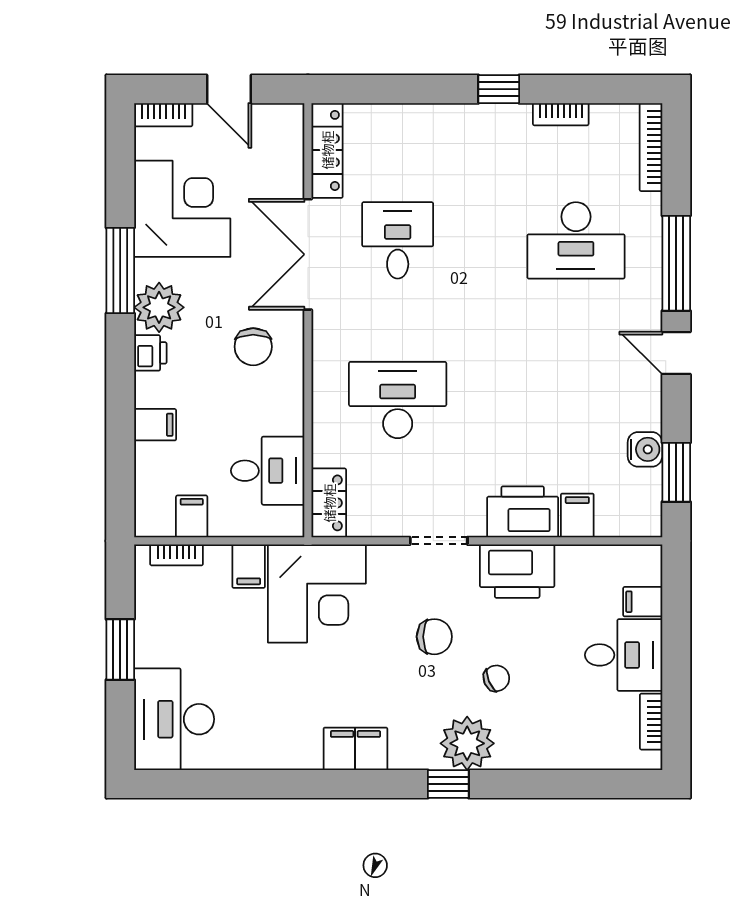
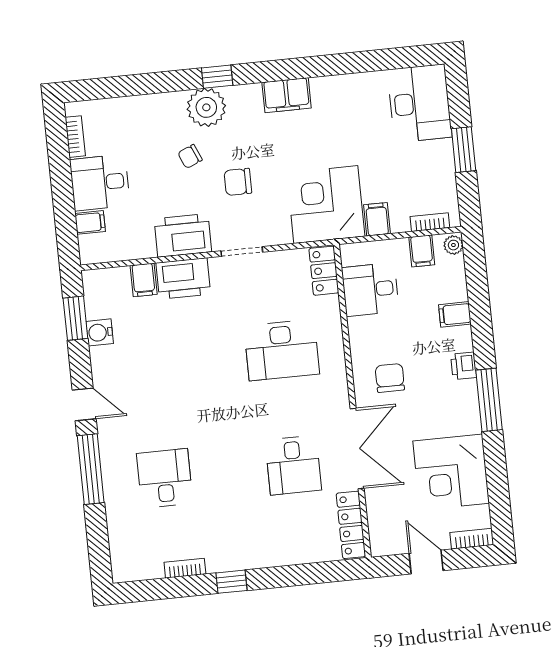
bookcase: (651, 147) -> (117, 551), removed
desk: (576, 240) -> (165, 478), width x0.73
window: (120, 270) -> (489, 400), moved
plant: (159, 307) -> (453, 245), moved, width x0.53, depth x0.53

